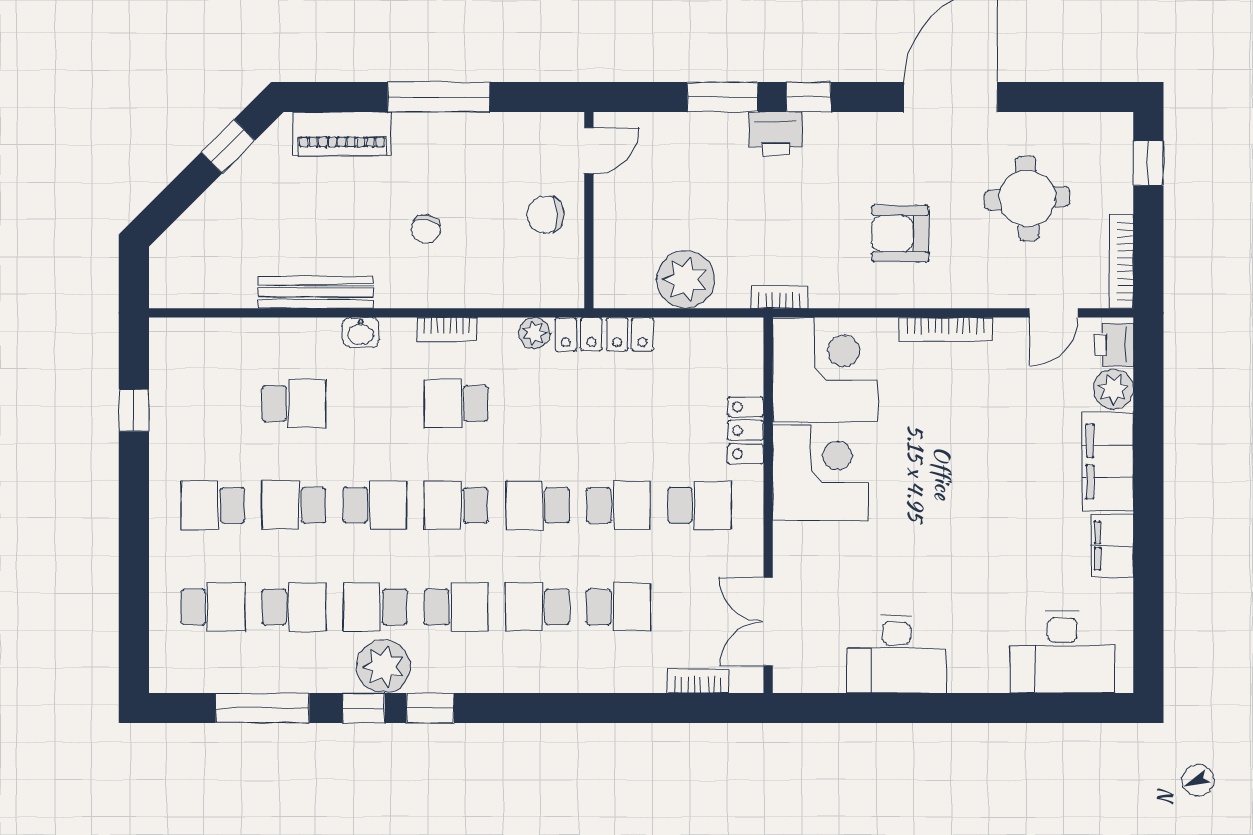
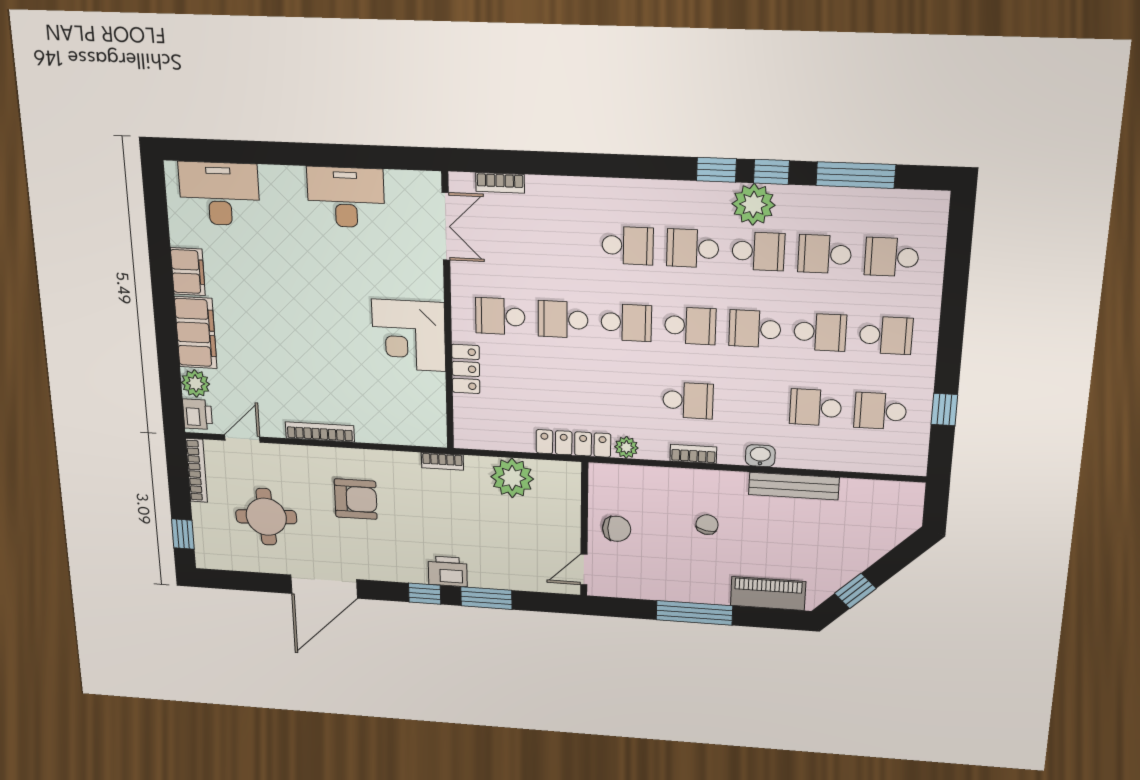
corner desk: (825, 370) -> (407, 409), removed
school desk: (618, 607) -> (880, 411), moved

